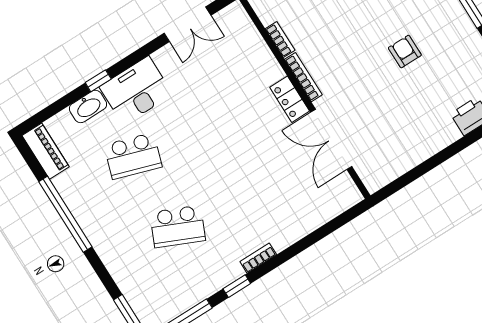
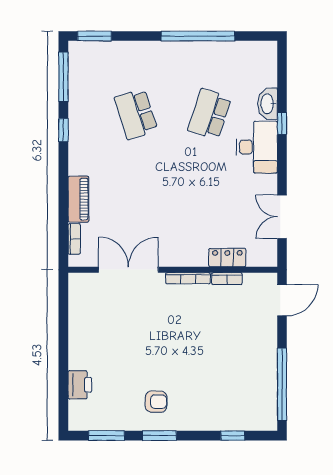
armchair: (405, 51) -> (156, 402), moved
locker: (290, 99) -> (227, 258), moved
piano: (46, 151) -> (78, 199), moved, turned -90
school desk: (178, 226) -> (136, 114), turned -42
bookcase: (258, 258) -> (74, 239), moved

